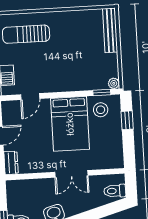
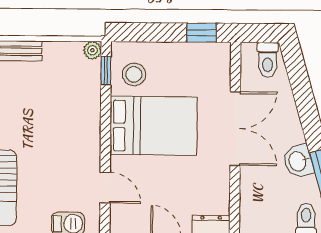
window: (127, 120) -> (202, 33), moved
double door: (71, 174) -> (235, 129), width x1.37

